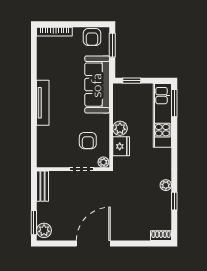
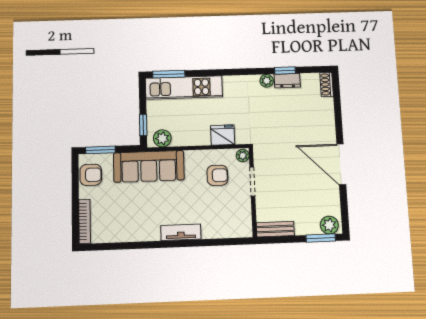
tv unit: (43, 103) -> (181, 232), width x0.71
plant: (120, 128) -> (162, 138), moved
dresser: (165, 203) -> (287, 81), added

